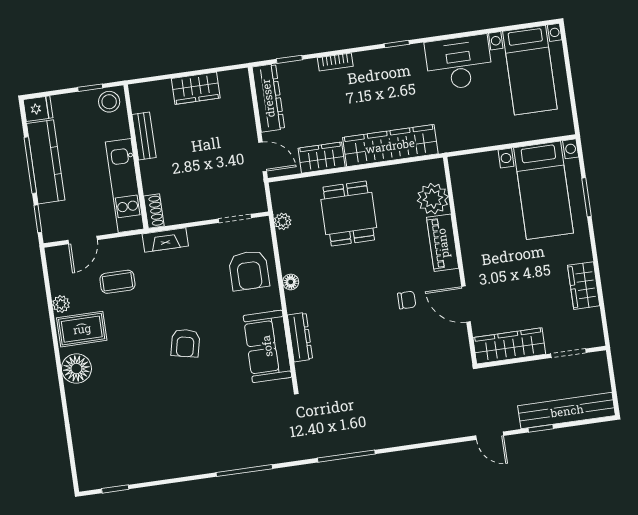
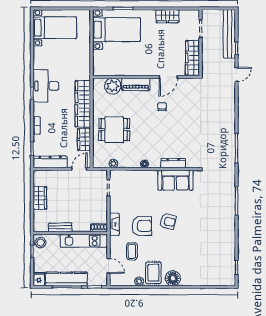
desk: (459, 63) -> (46, 86), moved
armchair: (249, 270) -> (142, 226), moved

